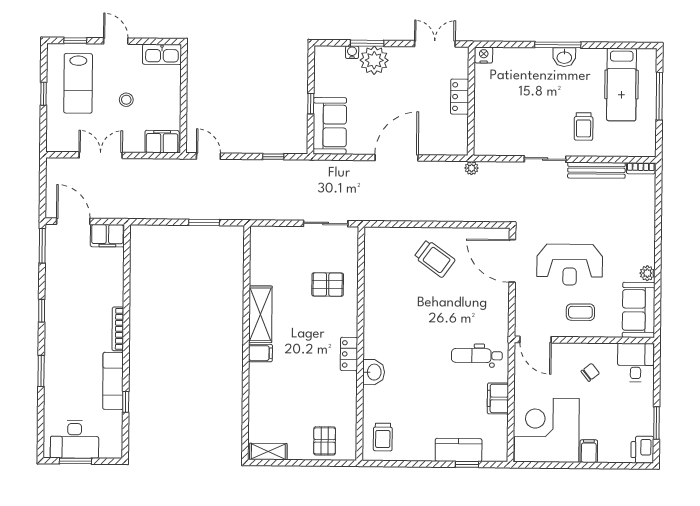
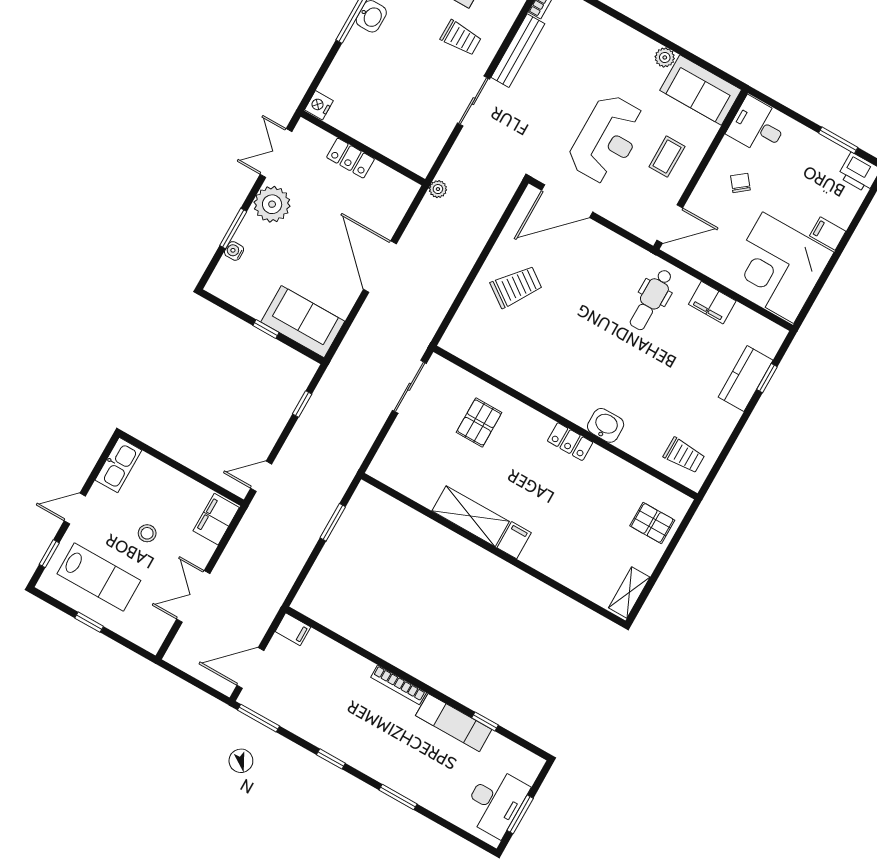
plant: (374, 60) -> (272, 204), moved
filing cabinet: (107, 236) -> (293, 629), width x0.50

